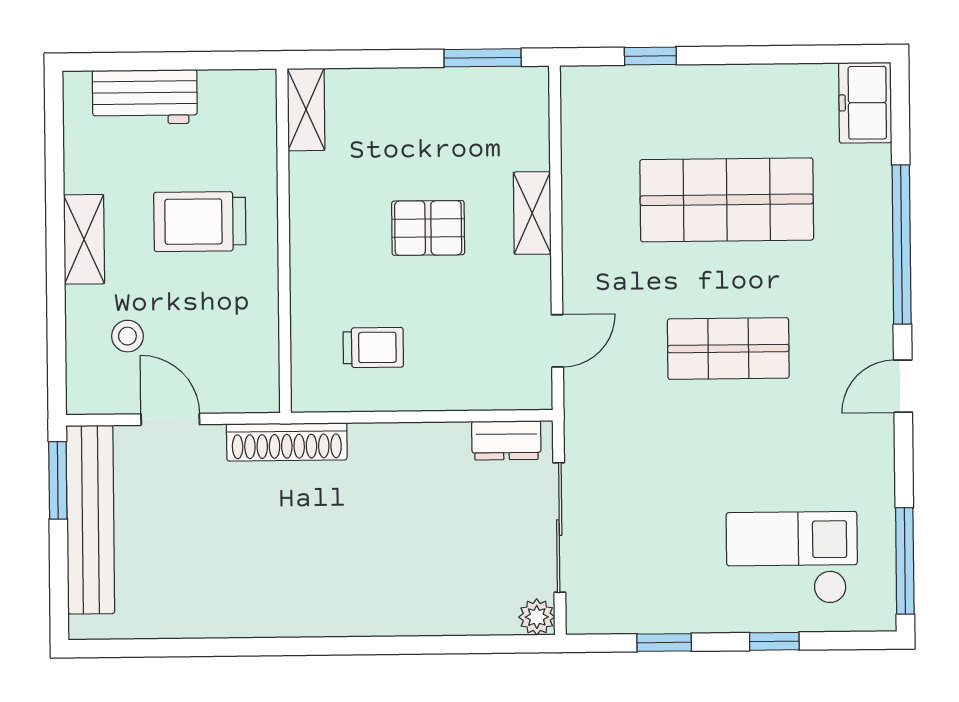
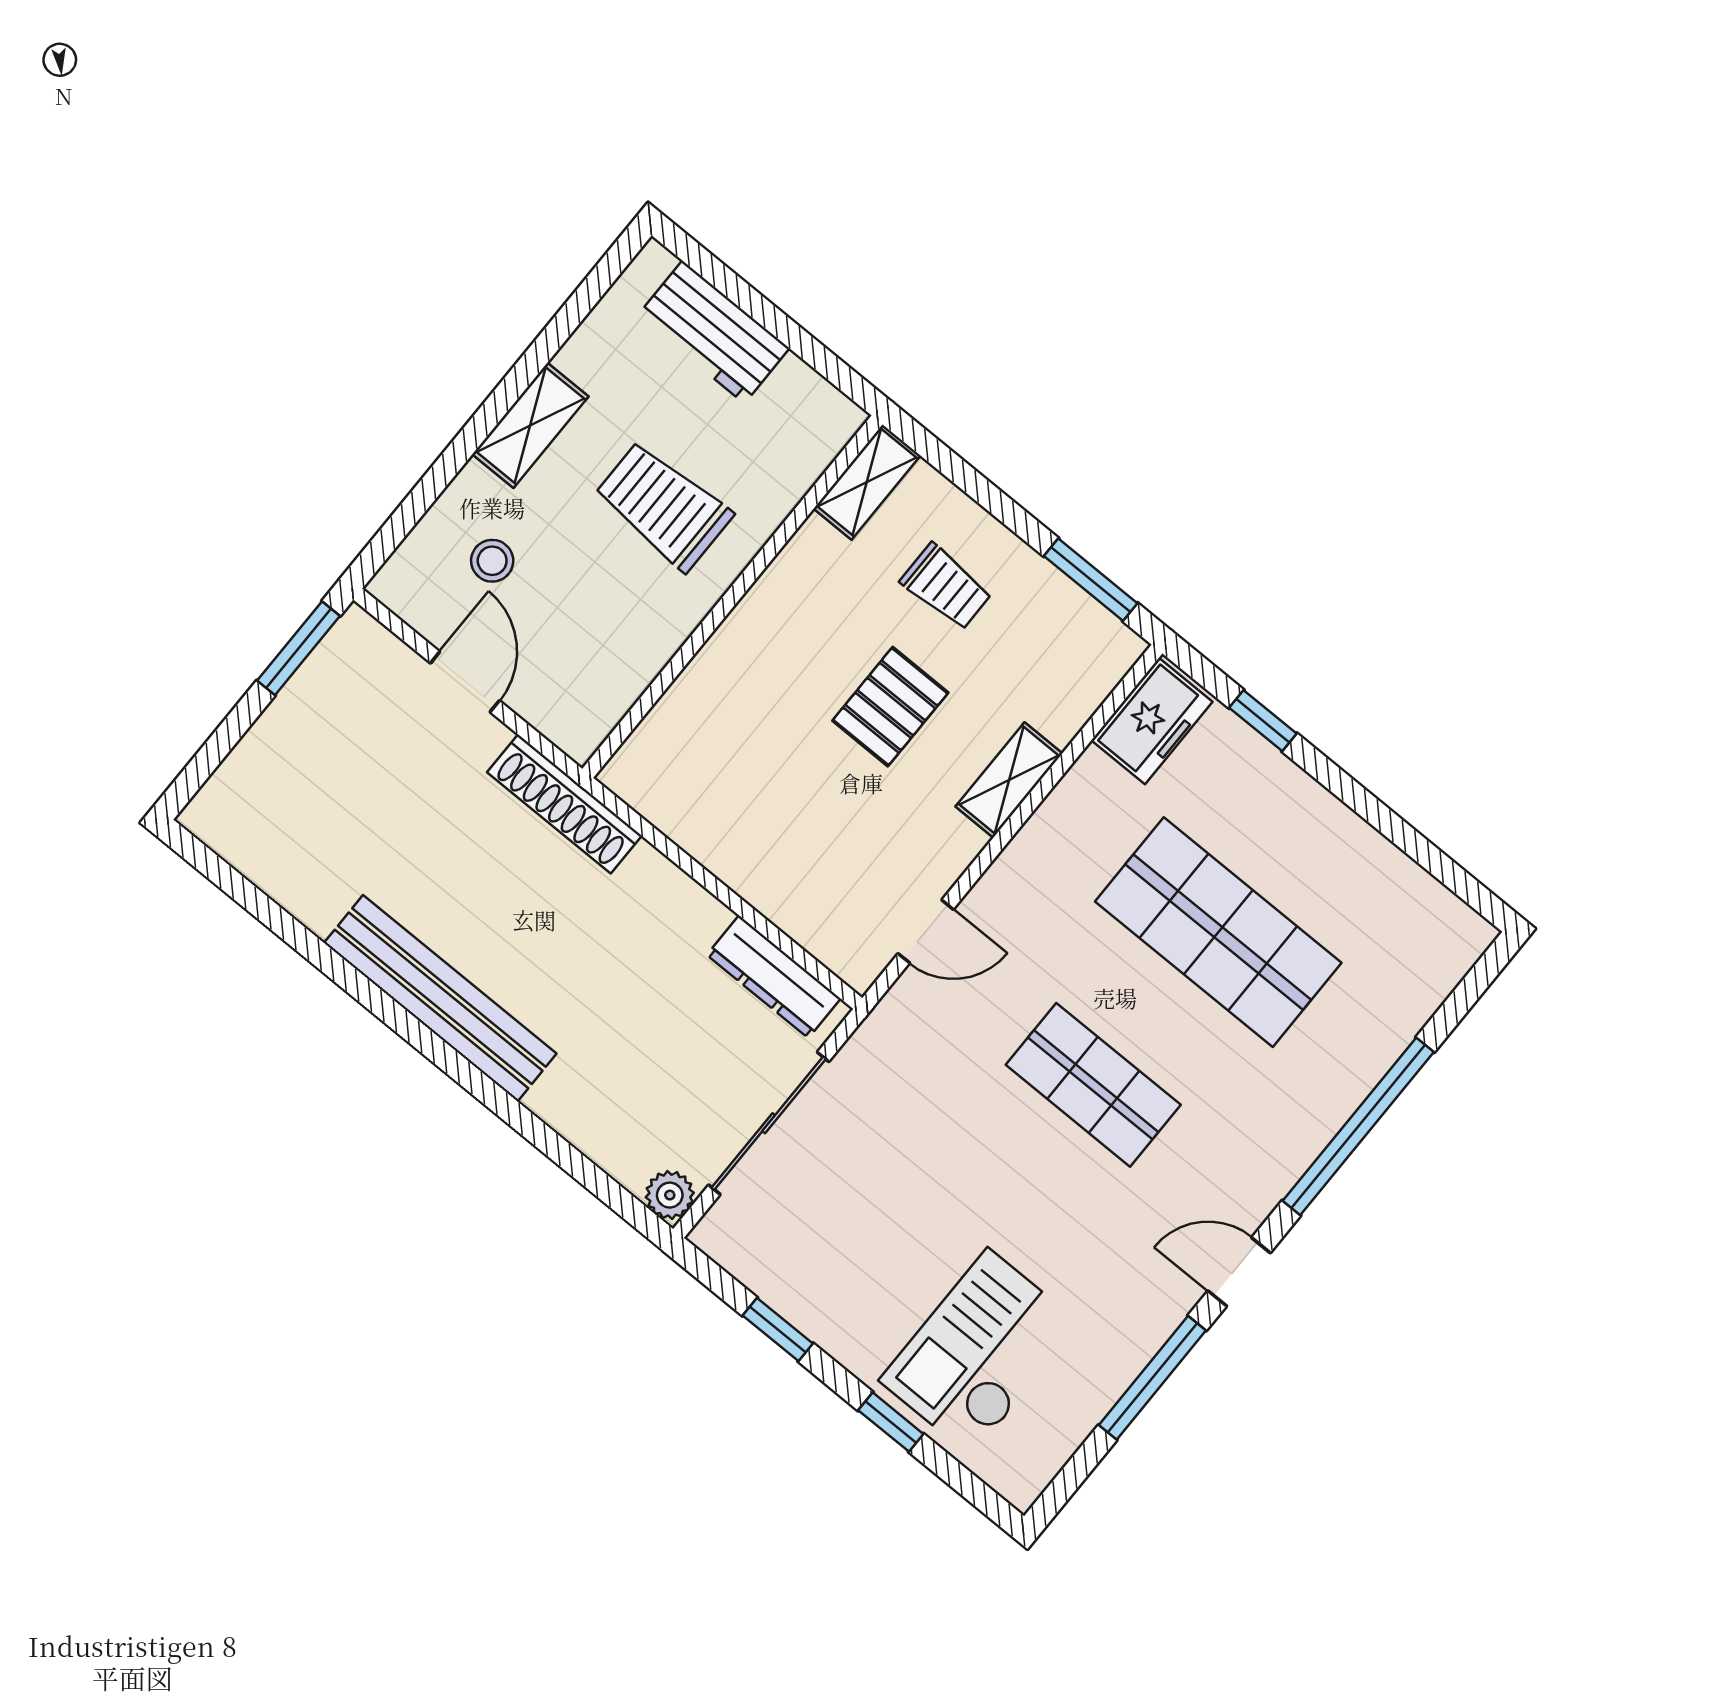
freezer: (865, 103) -> (1152, 721), moved, turned 180
pallet: (428, 228) -> (890, 707), turned 90
trolley: (373, 347) -> (946, 587), moved
dresser: (506, 440) -> (774, 977), width x1.44
bench: (90, 520) -> (440, 998), moved, turned 90
checkout: (792, 558) -> (980, 1352), turned -90
window: (905, 561) -> (1152, 1378), moved

